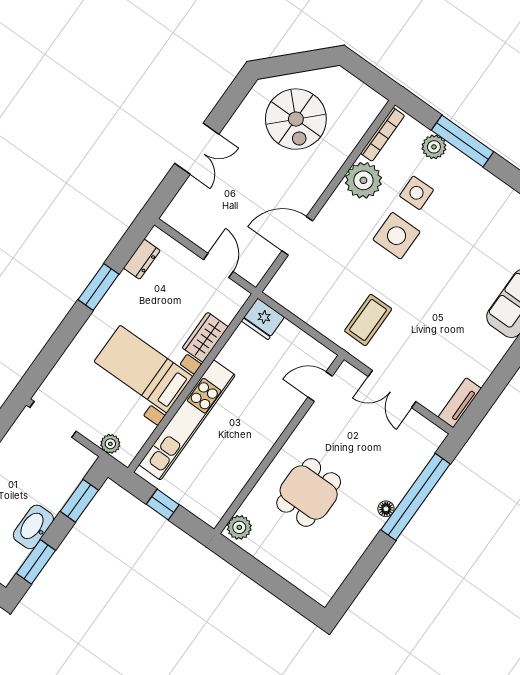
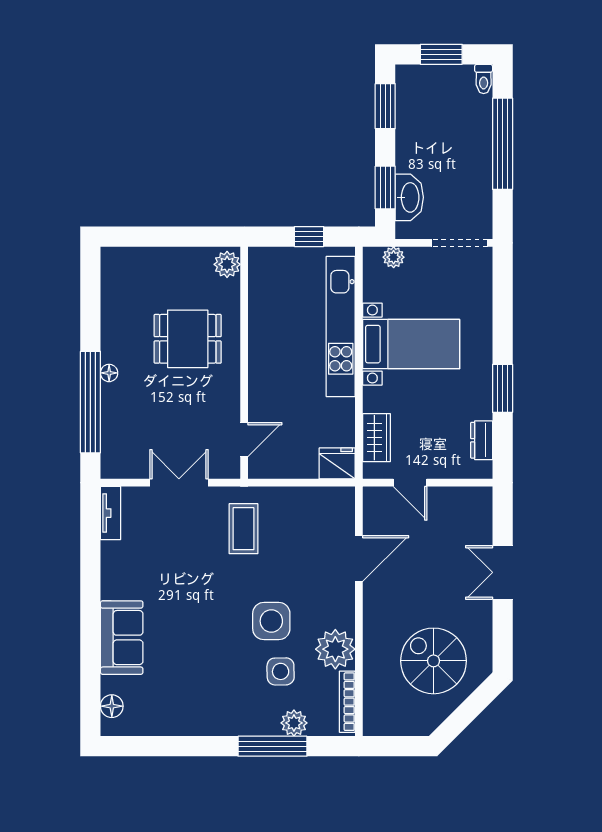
wardrobe: (205, 337) -> (377, 438), moved
dining table: (309, 492) -> (188, 339), turned 90
washbasin: (33, 527) -> (409, 197), moved

